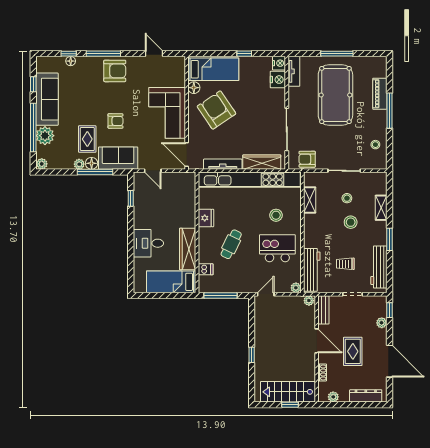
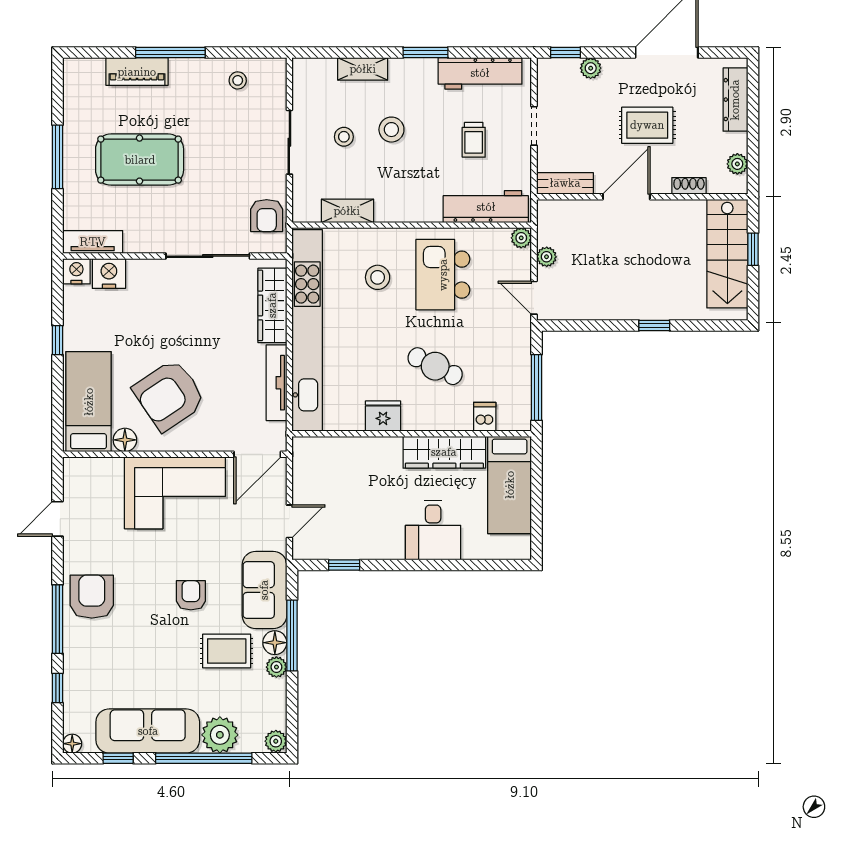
floor lamp: (71, 61) -> (72, 744), moved
pool table: (335, 95) -> (140, 160), width x0.73, depth x0.76
plant: (309, 301) -> (547, 257), moved

